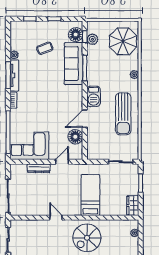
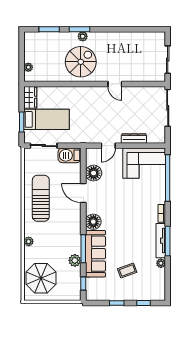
floor lamp: (76, 35) -> (93, 222), moved
plant: (92, 39) -> (75, 260), moved
barbecue: (94, 96) -> (70, 155), moved, turned -90
door: (85, 119) -> (83, 193), swing flipped
bed: (90, 195) -> (47, 119), moved, turned -90

